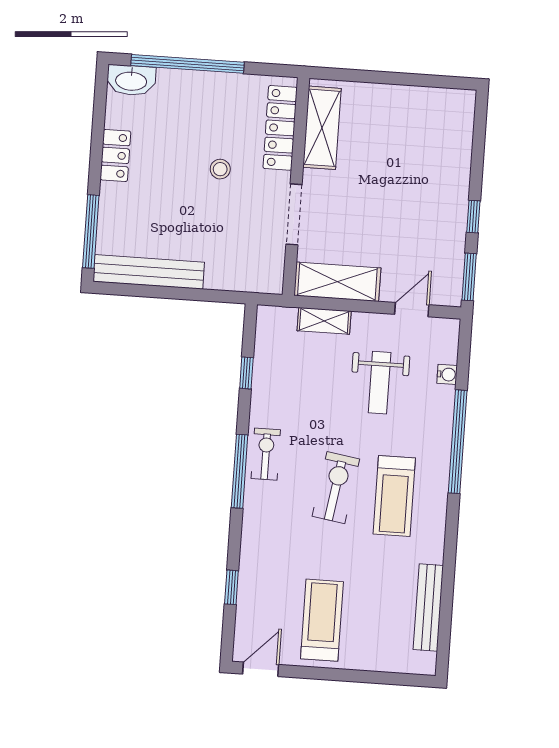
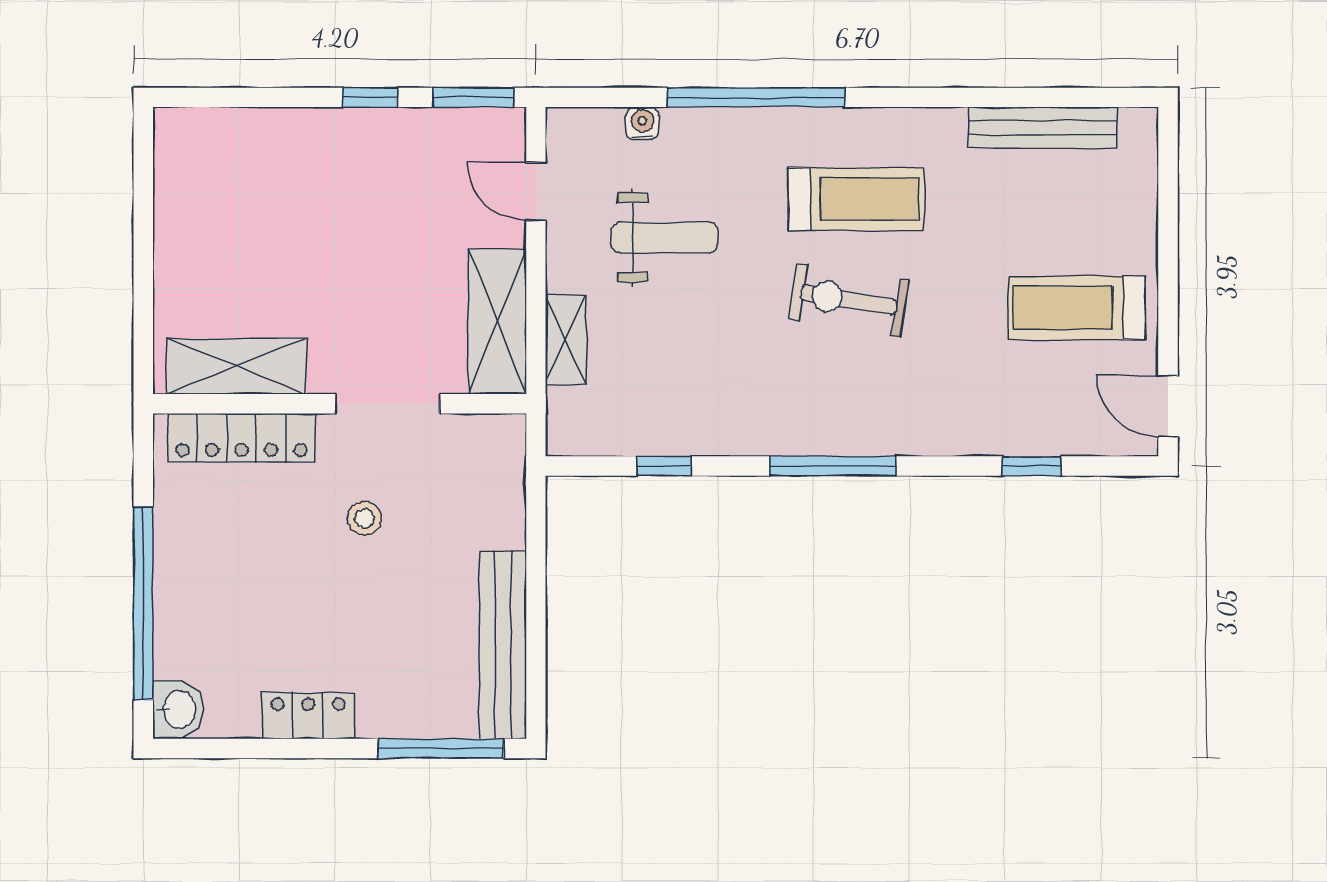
washbasin: (131, 80) -> (178, 709), width x0.72
stool: (220, 169) -> (365, 518), moved
exercise bike: (266, 454) -> (800, 423), removed

